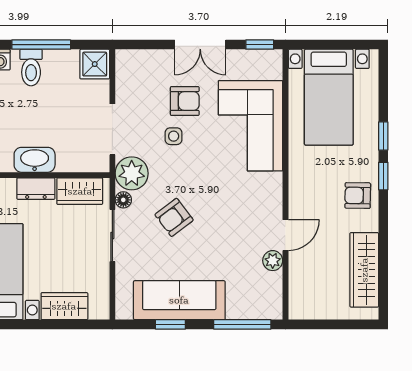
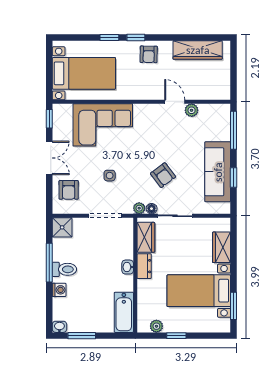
armchair: (185, 101) -> (69, 190), moved, turned 180
washbasin: (35, 160) -> (128, 267), width x0.52, depth x0.69
plant: (132, 173) -> (139, 208), width x0.53, depth x0.53

